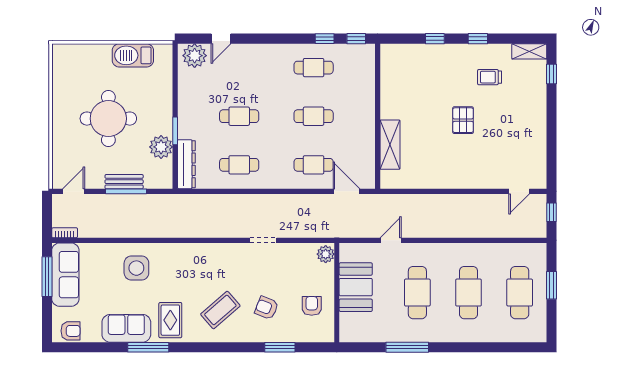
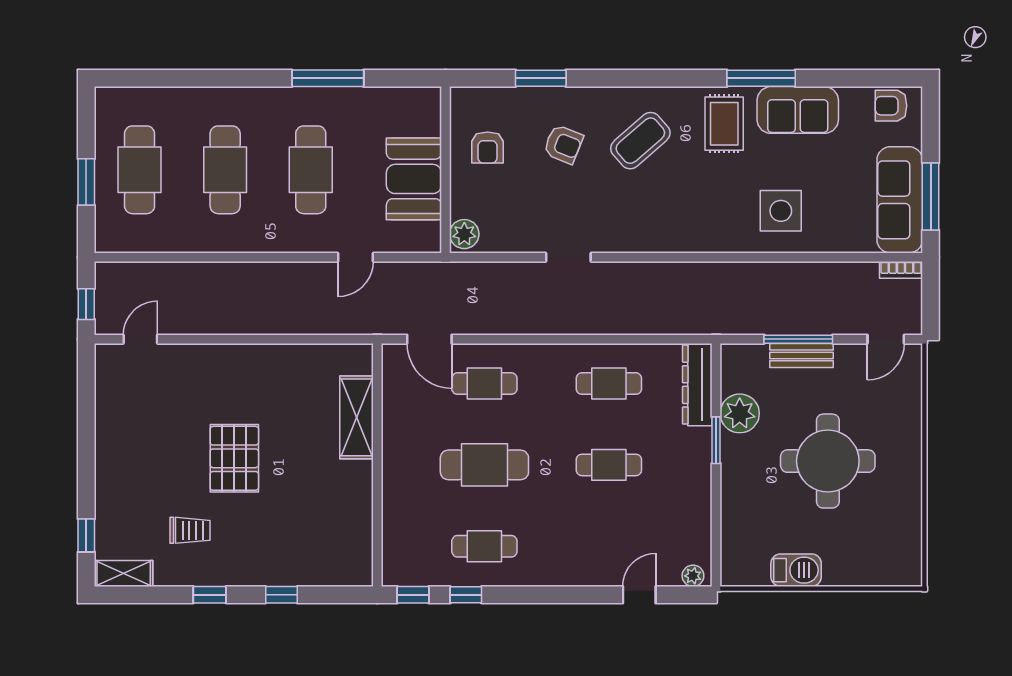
barbecue: (133, 55) -> (796, 570), width x0.73, depth x0.83
plant: (195, 56) -> (693, 576), width x0.53, depth x0.53
cafe table: (314, 116) -> (484, 465), width x1.37, depth x1.35
pallet: (463, 120) -> (234, 458), width x1.50, depth x1.42

